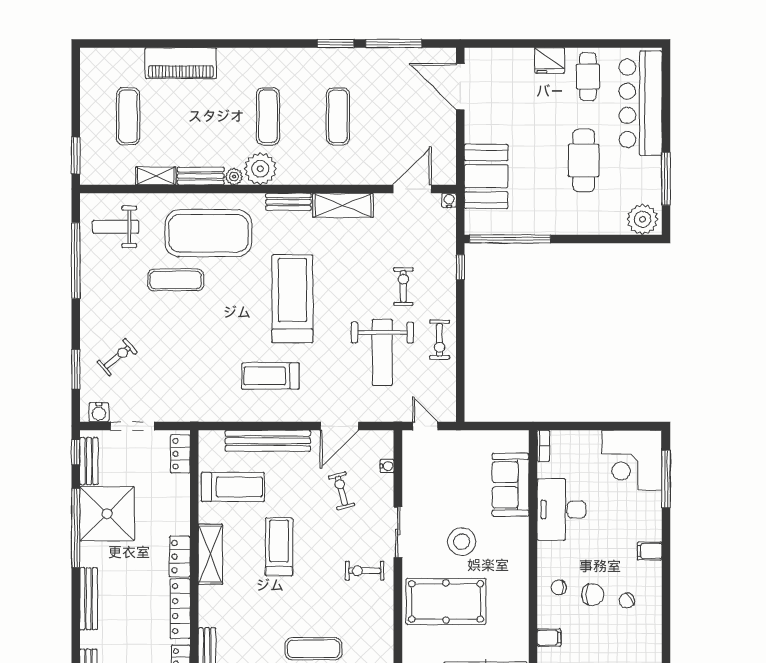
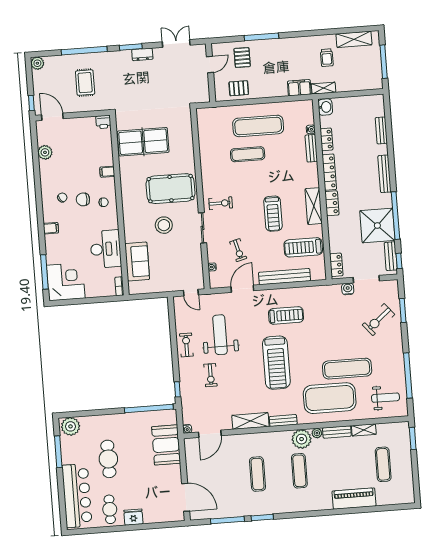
exercise mat: (176, 280) -> (347, 369), width x1.36, depth x1.45
exercise bike: (117, 357) -> (378, 320), width x1.38, depth x1.39
water cooler: (99, 412) -> (348, 289), moved

